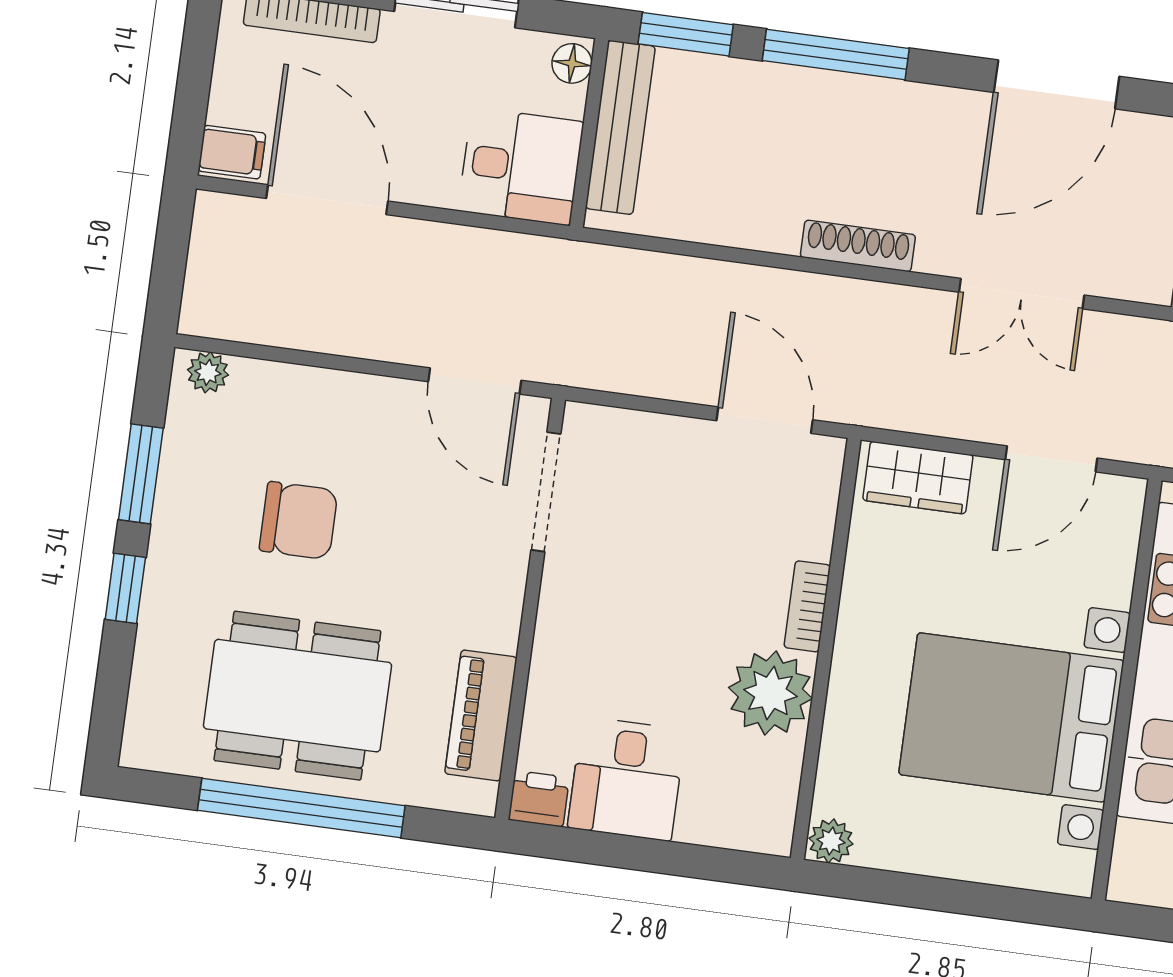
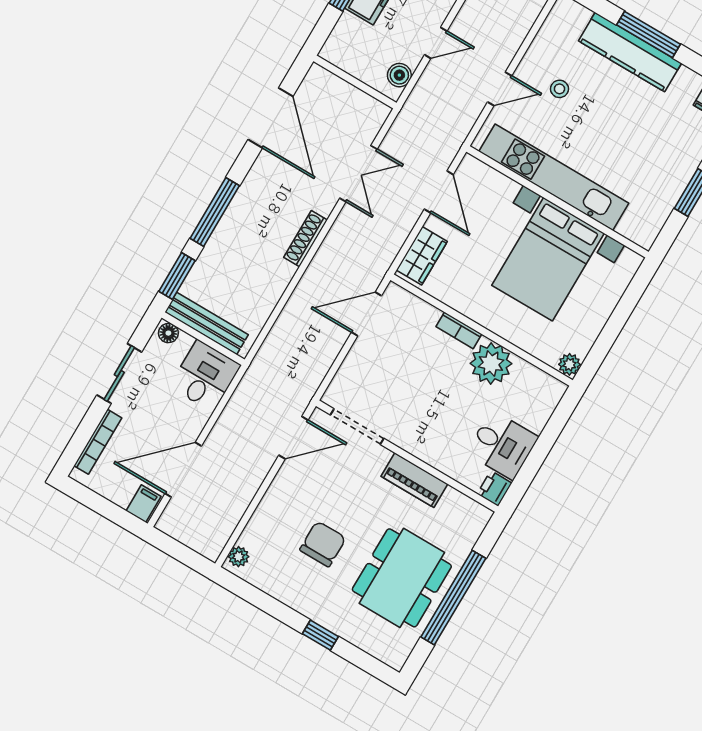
window: (141, 474) -> (272, 606), removed
piano: (481, 715) -> (414, 480), moved

